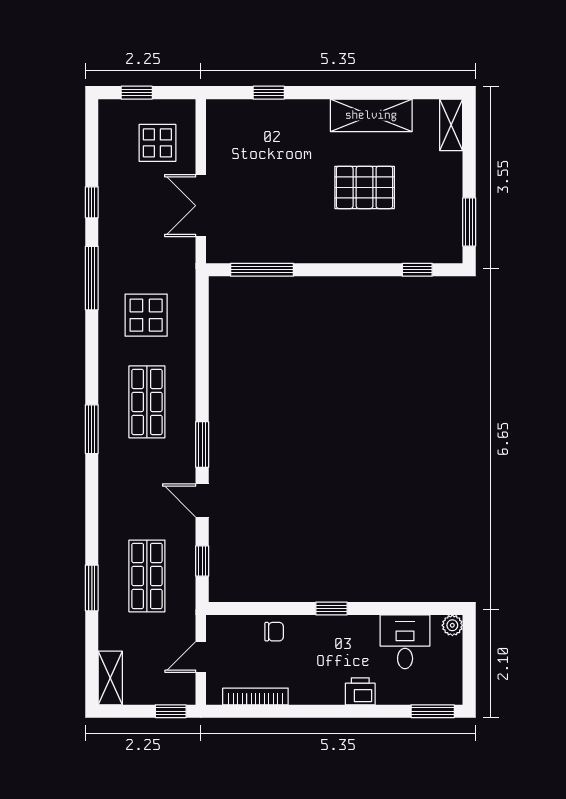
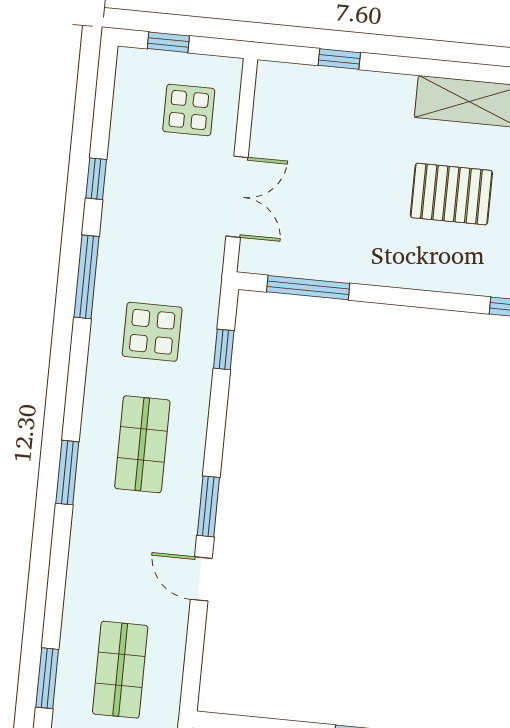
double door: (201, 206) -> (237, 197), swing flipped
window: (202, 561) -> (224, 349), moved

